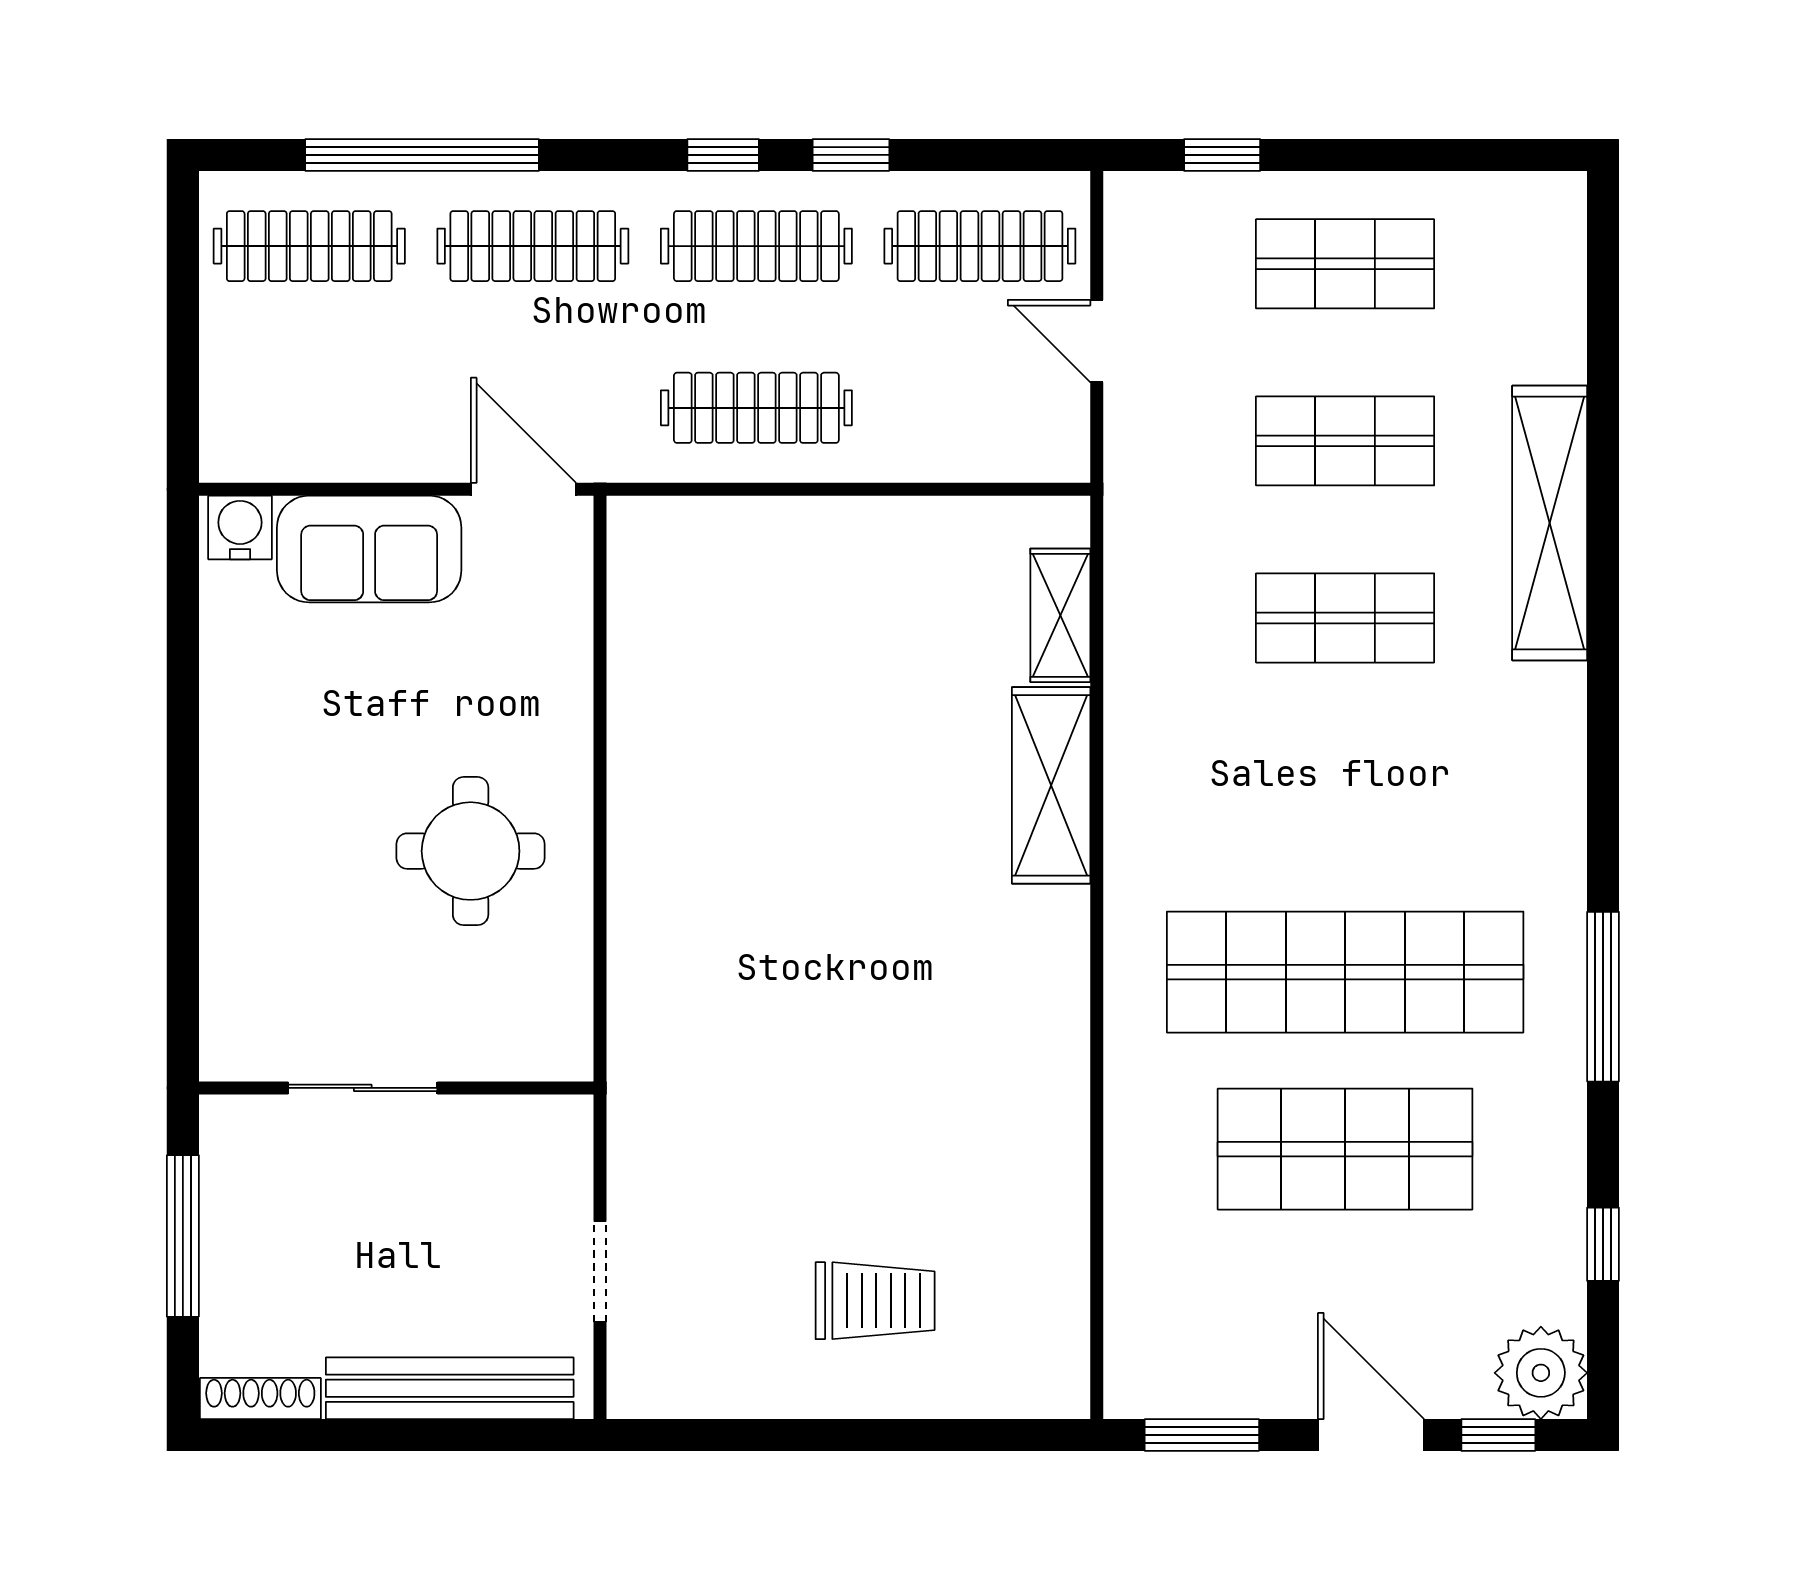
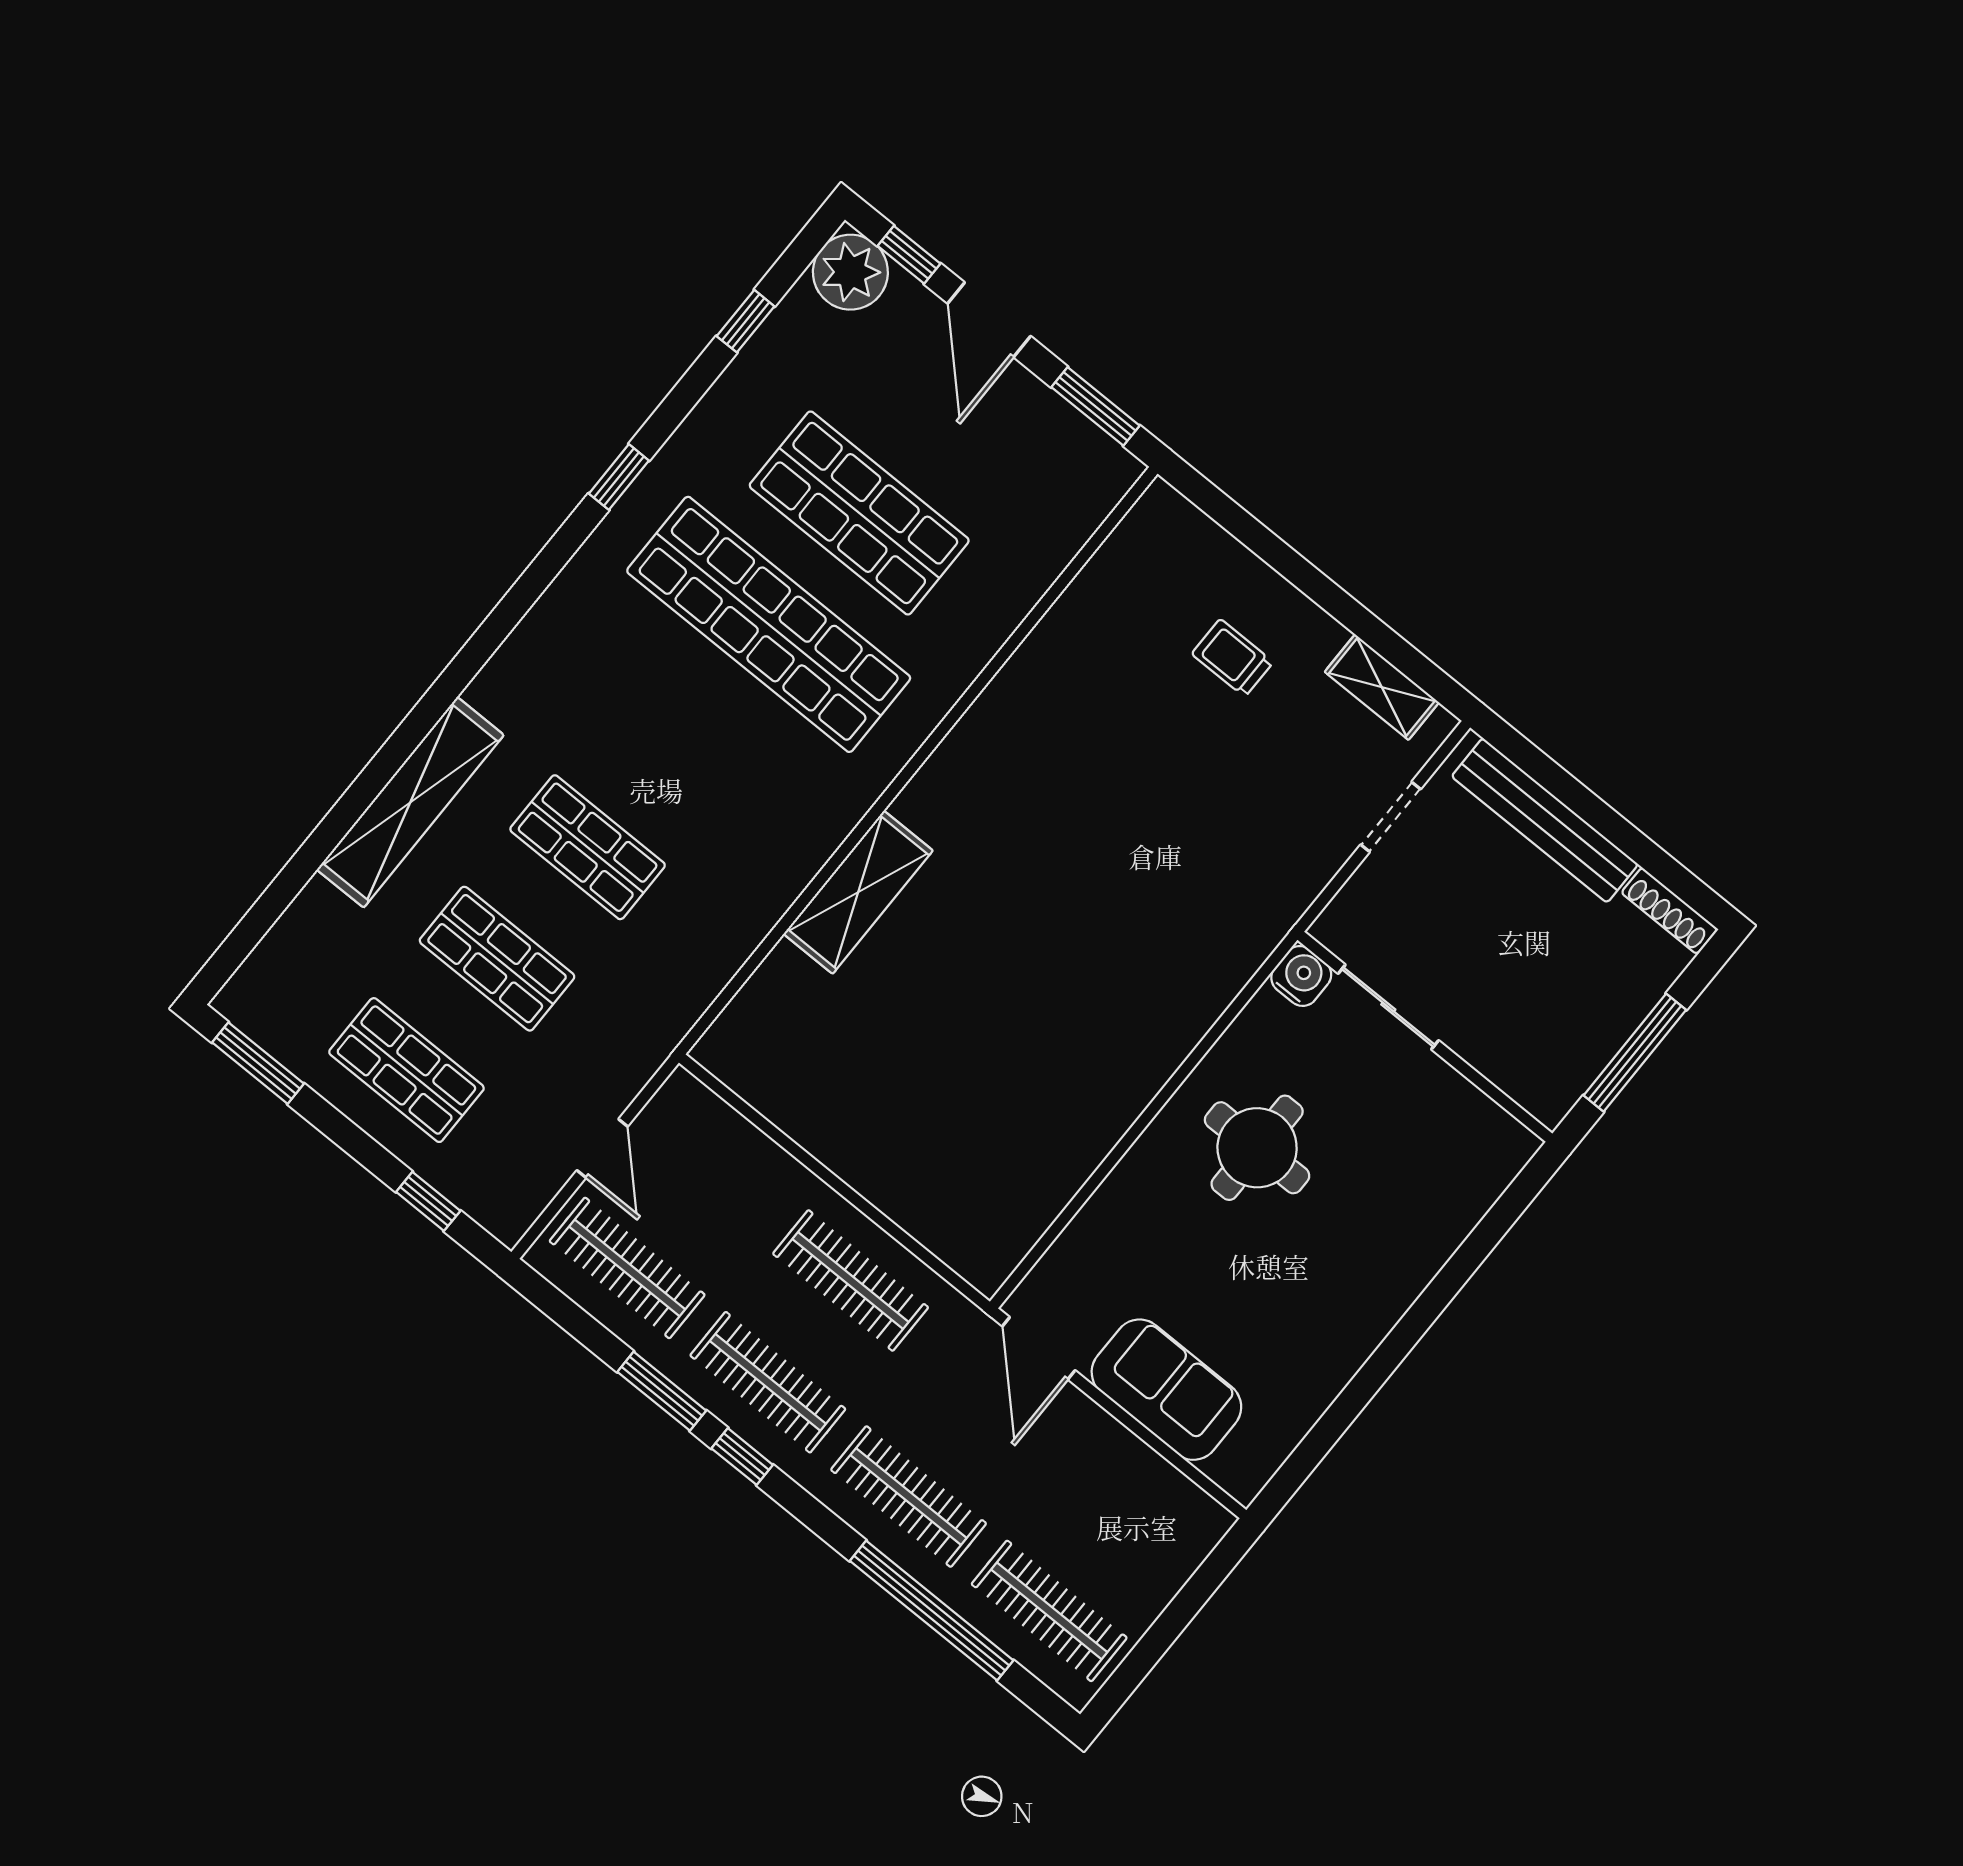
window: (851, 155) -> (662, 1391), width x1.50
window: (1493, 155) -> (258, 1063), added
water cooler: (240, 527) -> (1301, 976), moved, turned 180
shelving: (1060, 615) -> (1382, 687), moved, turned 90
window: (1603, 997) -> (619, 477), width x0.46
sliding door: (363, 1088) -> (1388, 1007), moved
trolley: (875, 1301) -> (1232, 658), width x0.73, depth x0.72

